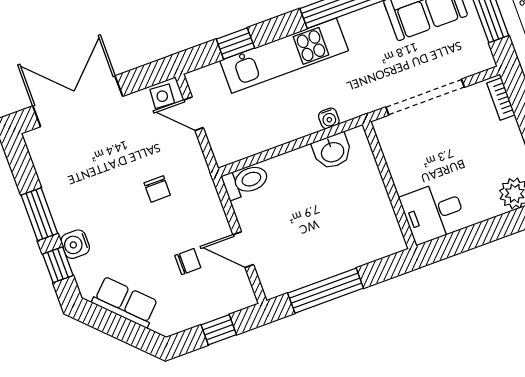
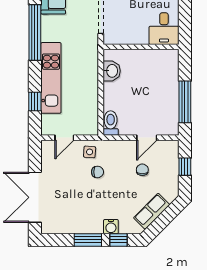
side table: (162, 96) -> (90, 152), moved
water cooler: (329, 118) -> (93, 66), removed

